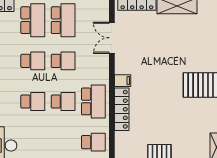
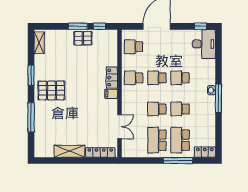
school desk: (93, 101) -> (134, 78), width x0.54
locker: (122, 109) -> (112, 78), width x0.66

